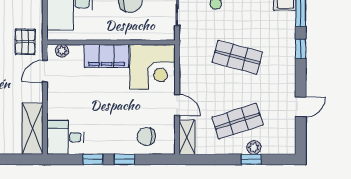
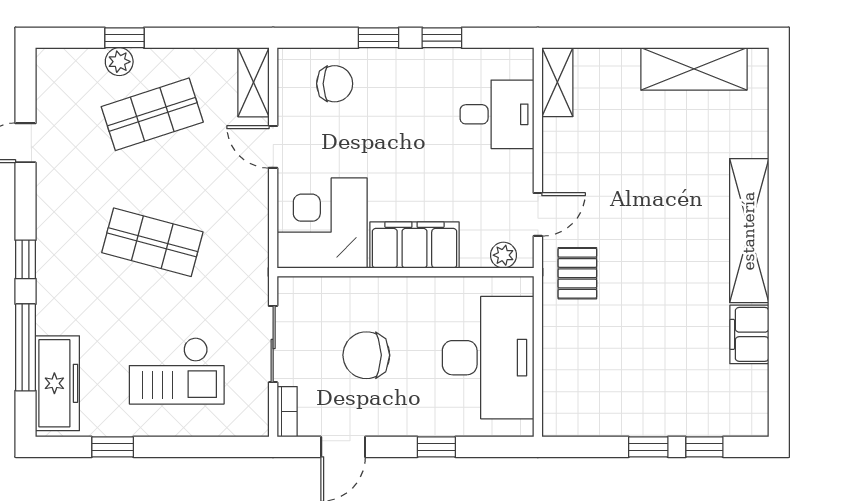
shelving: (33, 129) -> (557, 82), width x0.67, depth x0.75
desk: (65, 137) -> (497, 114), moved

